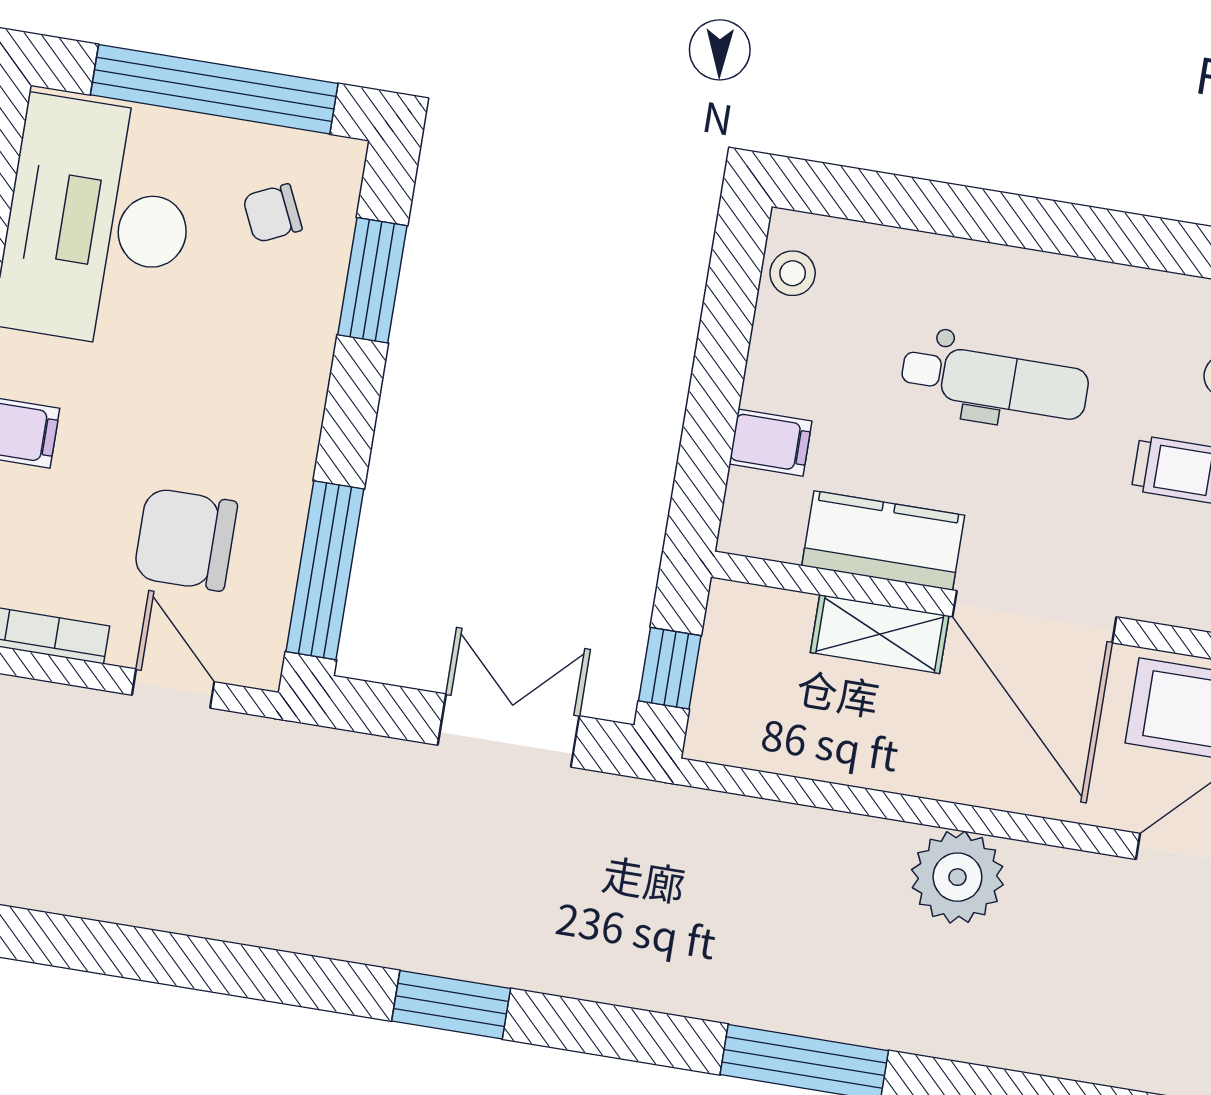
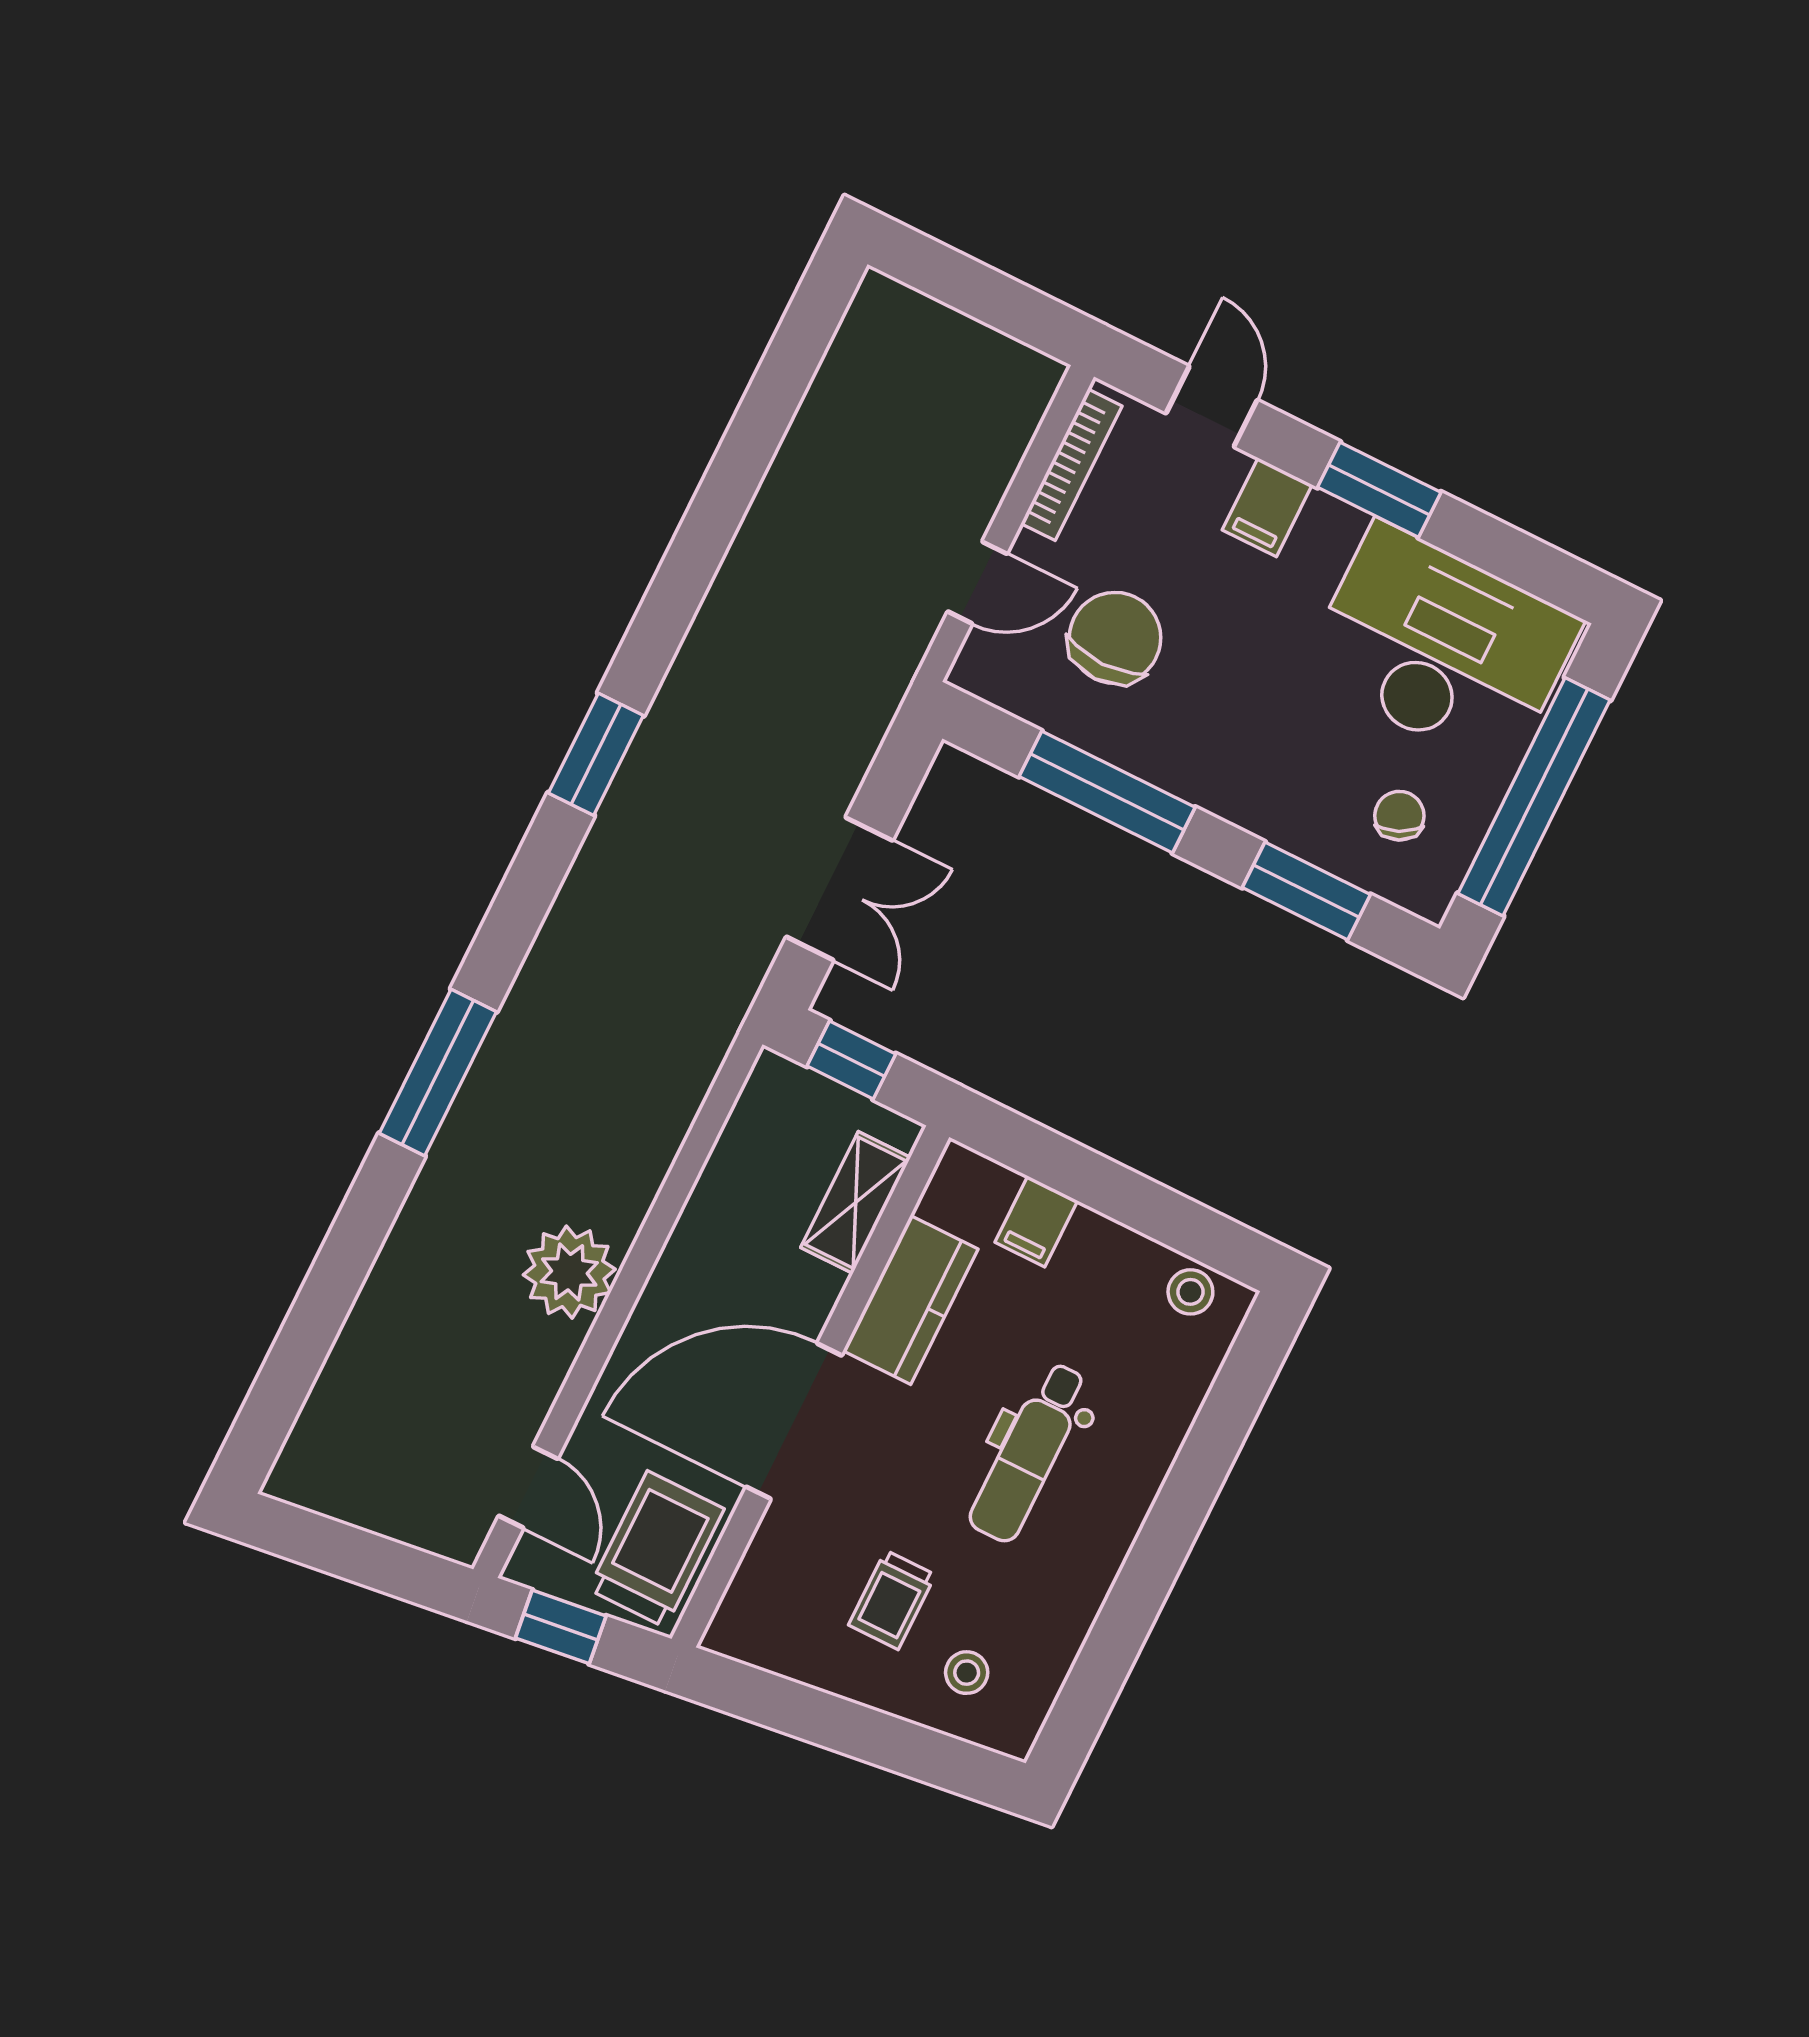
window: (325, 570) -> (1107, 792), moved
shelving: (880, 634) -> (856, 1203), moved

